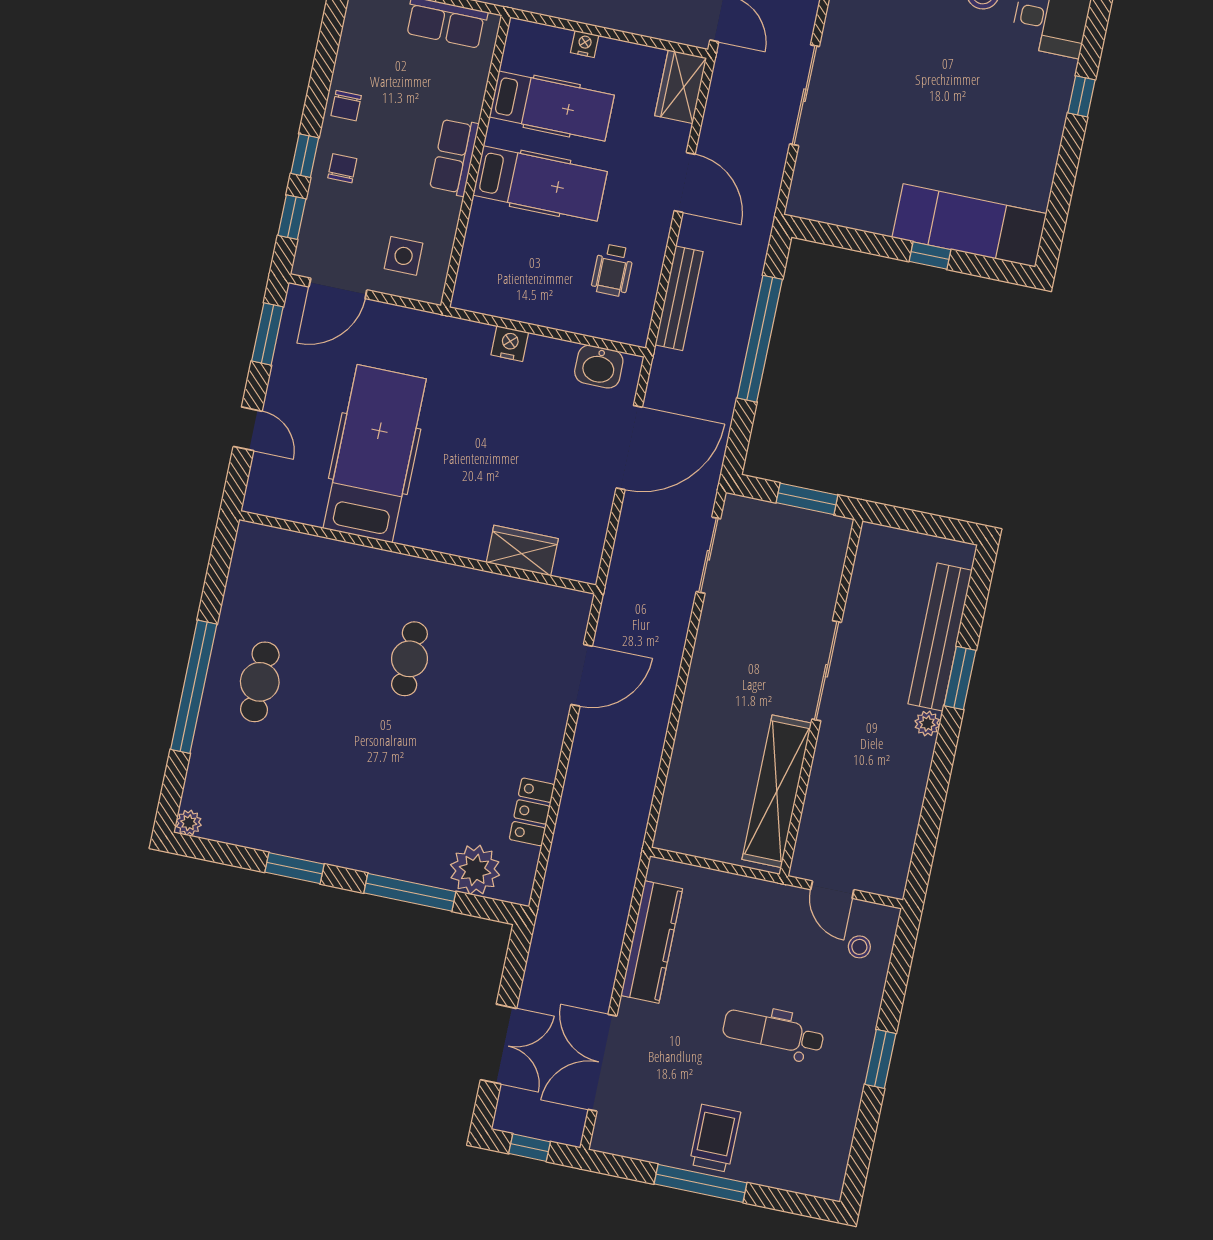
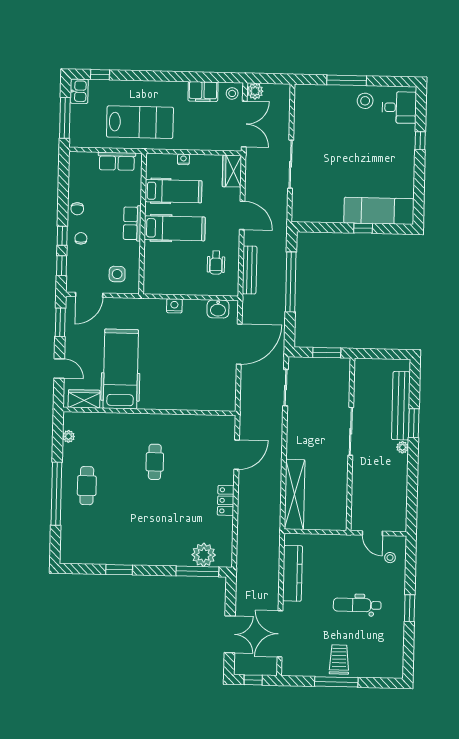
wardrobe: (522, 551) -> (84, 399), moved
shelving: (777, 791) -> (295, 494), moved
locker: (532, 812) -> (226, 500), moved
plant: (189, 823) -> (69, 436), moved
window: (410, 892) -> (197, 571), moved

